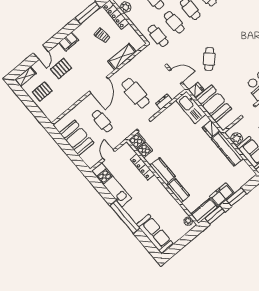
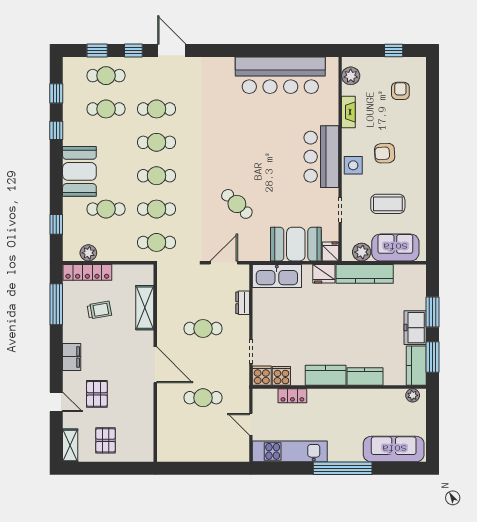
fridge: (196, 90) -> (330, 251), moved
cafe table: (136, 93) -> (203, 329), width x0.73, depth x0.74
booth: (77, 138) -> (197, 446), removed
locker: (142, 167) -> (292, 396), width x0.66

